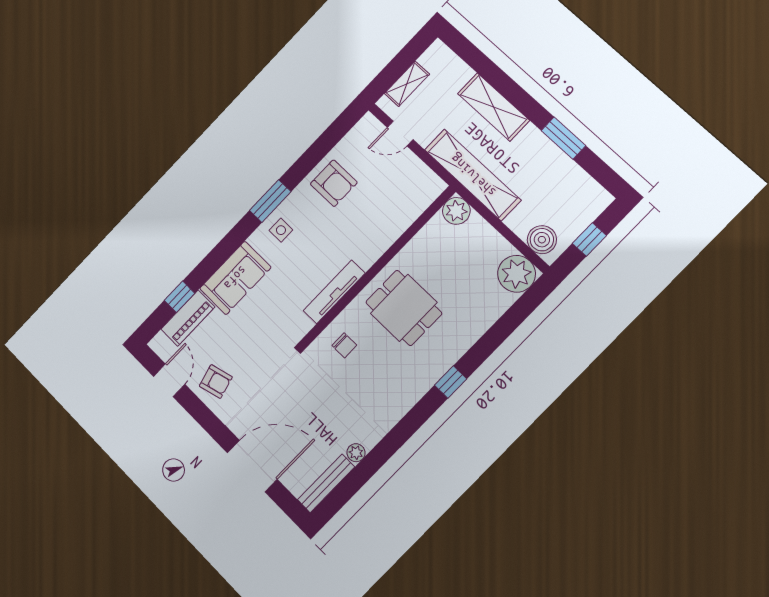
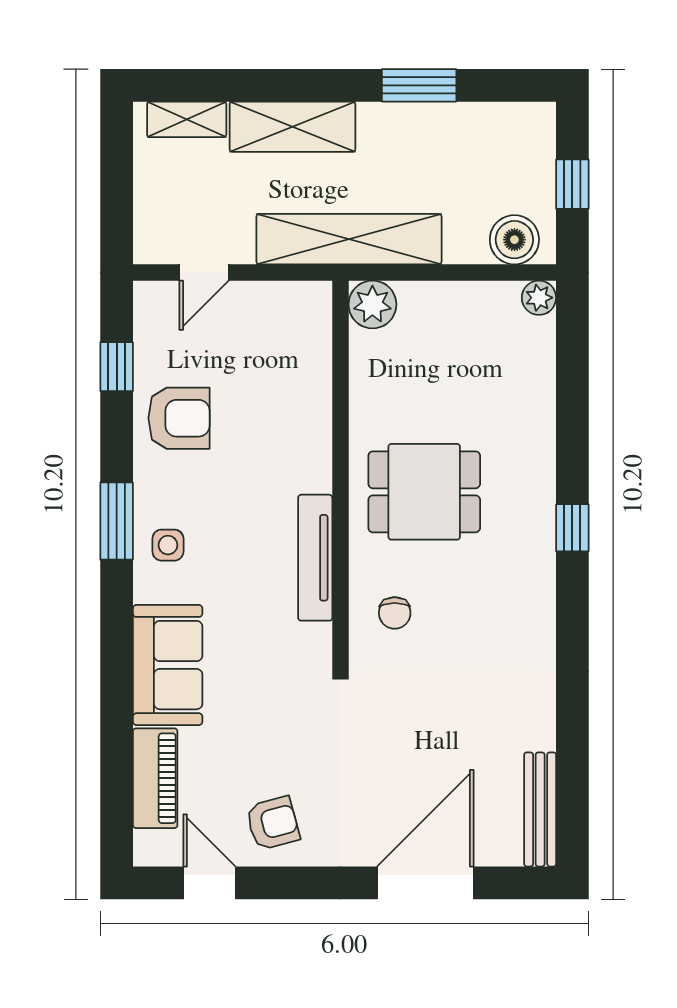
shelving: (407, 84) -> (187, 119), moved, turned 90
plant: (516, 274) -> (539, 298), width x0.53, depth x0.53
window: (179, 297) -> (117, 367), moved
chair: (344, 345) -> (395, 613), turned 90
plant: (356, 453) -> (540, 733), removed

